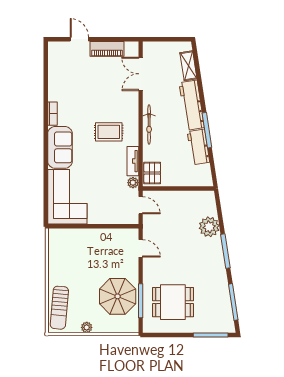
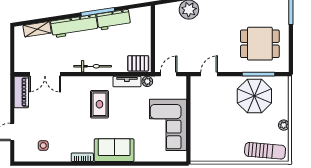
piano: (107, 49) -> (21, 92), moved
side table: (65, 72) -> (43, 146), added
corner sofa: (67, 197) -> (168, 125), moved, turned -90
dining table: (173, 302) -> (260, 44), turned 90

